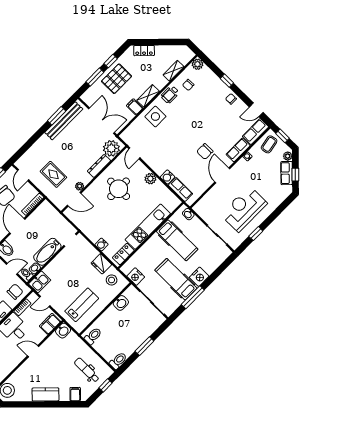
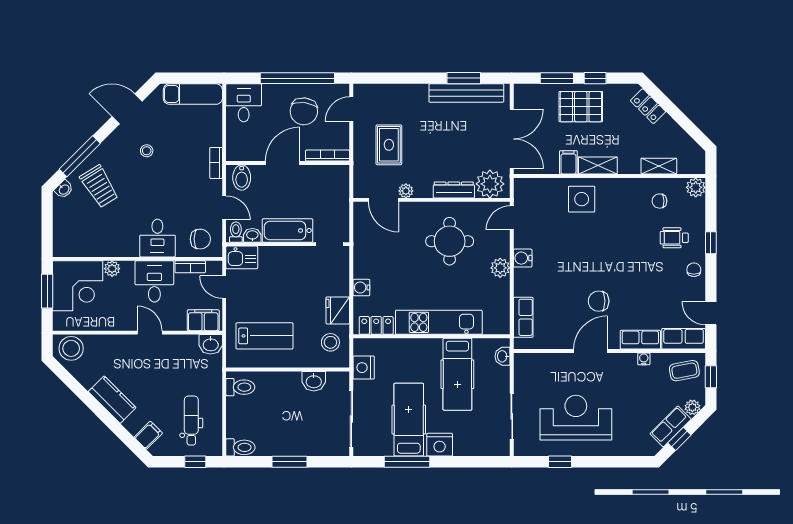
wheelchair: (170, 94) -> (674, 238), moved
water cooler: (167, 177) -> (523, 258), moved

